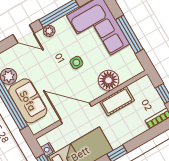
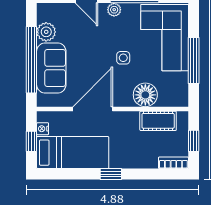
cot: (117, 101) -> (158, 121), moved
door: (76, 113) -> (93, 109), hinge flipped

